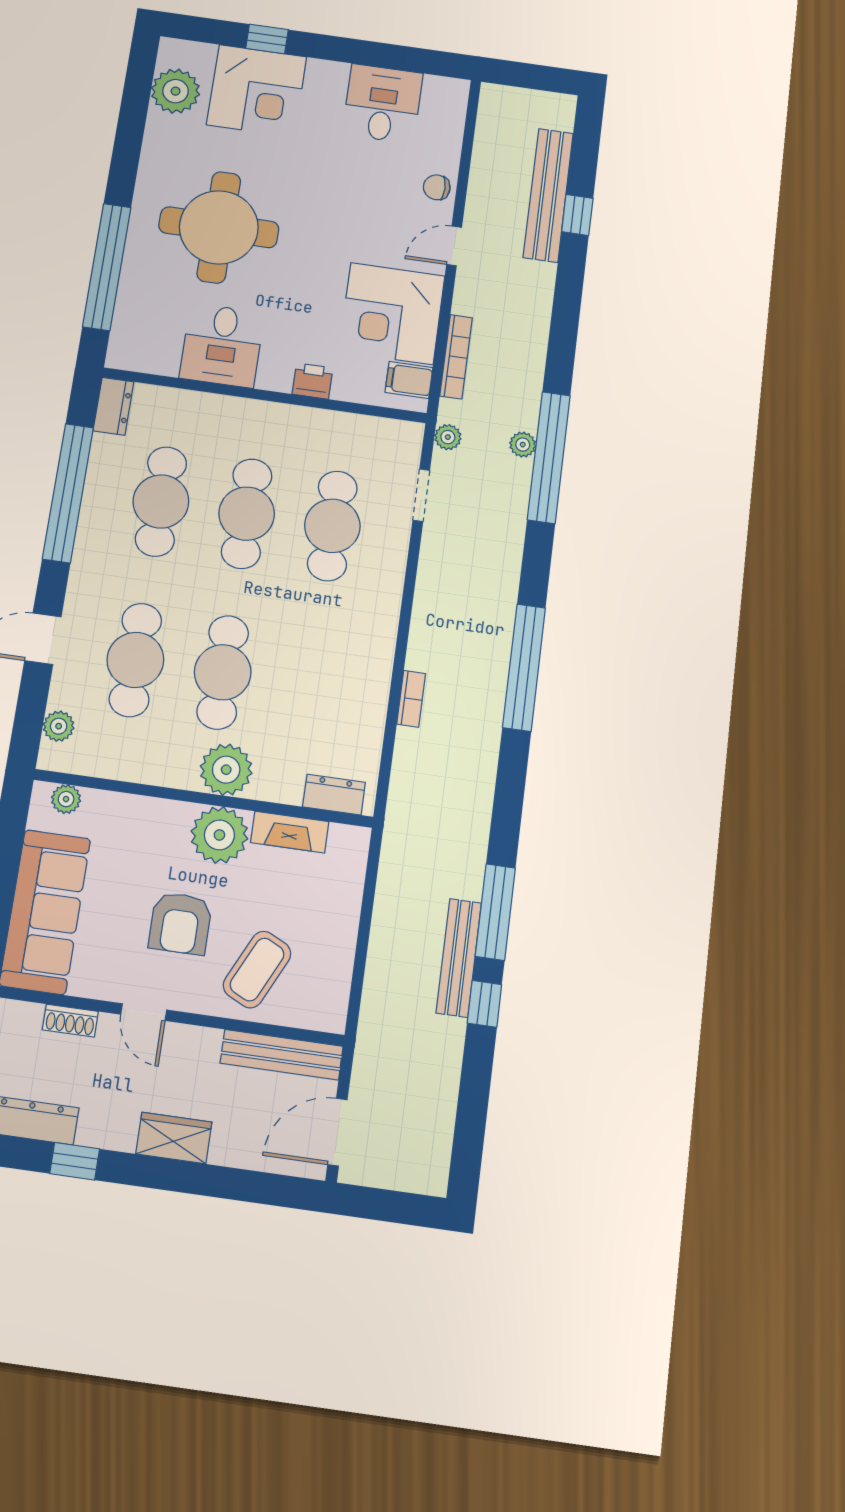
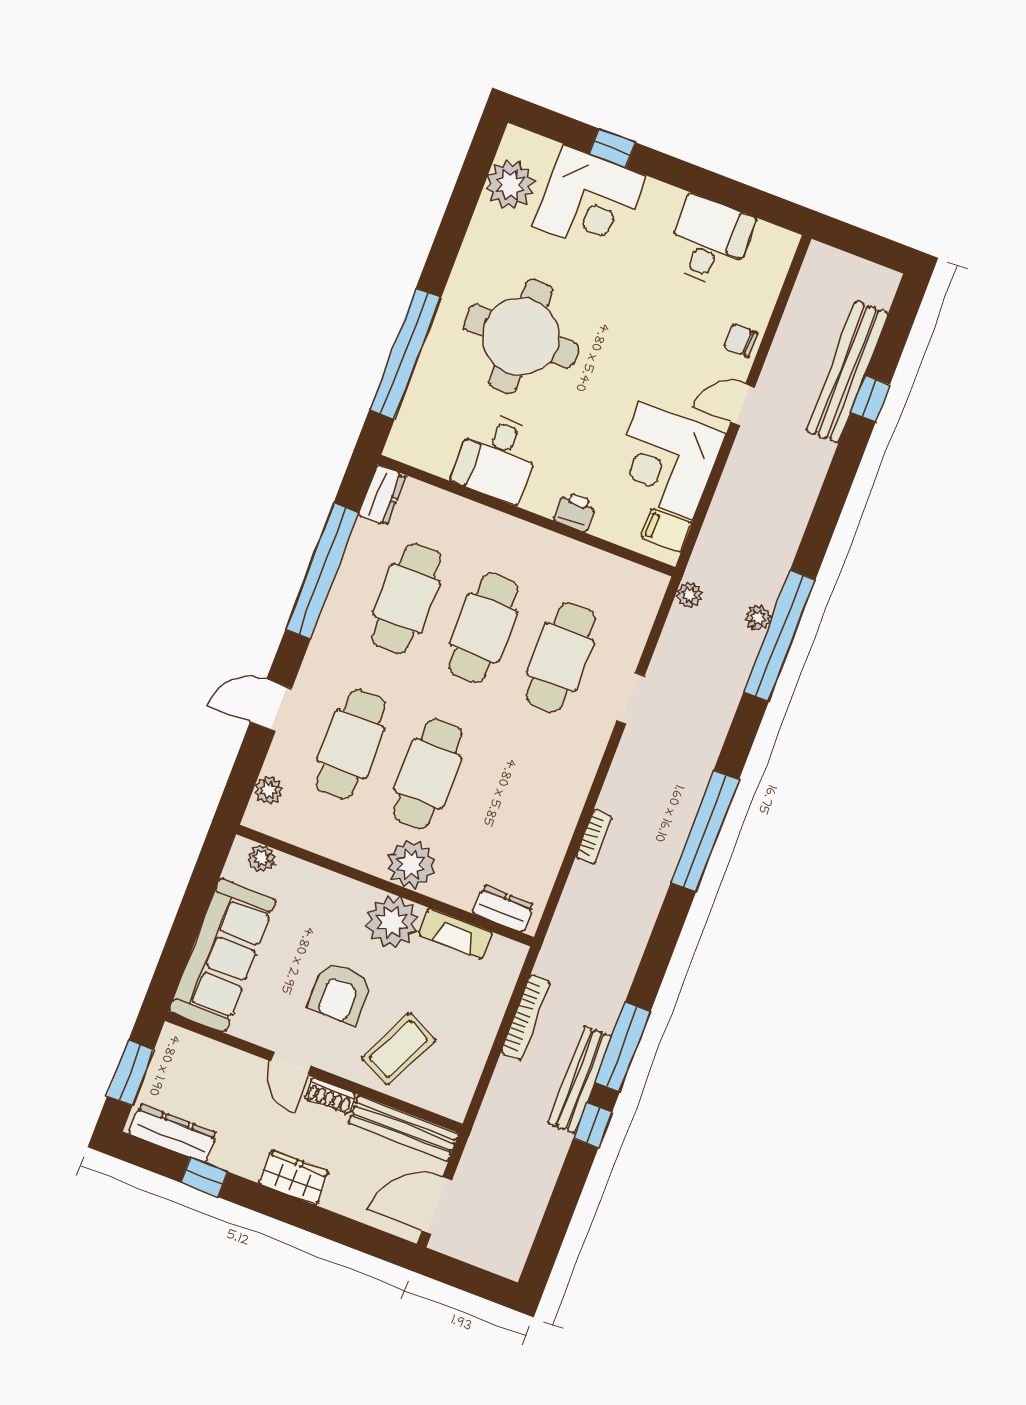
bookcase: (456, 357) -> (526, 1017), moved
doorway: (421, 495) -> (631, 698), moved
shoe rack: (70, 1021) -> (330, 1096), moved

